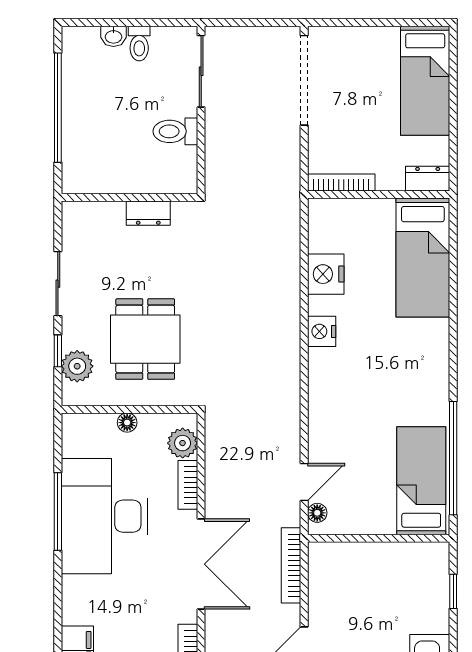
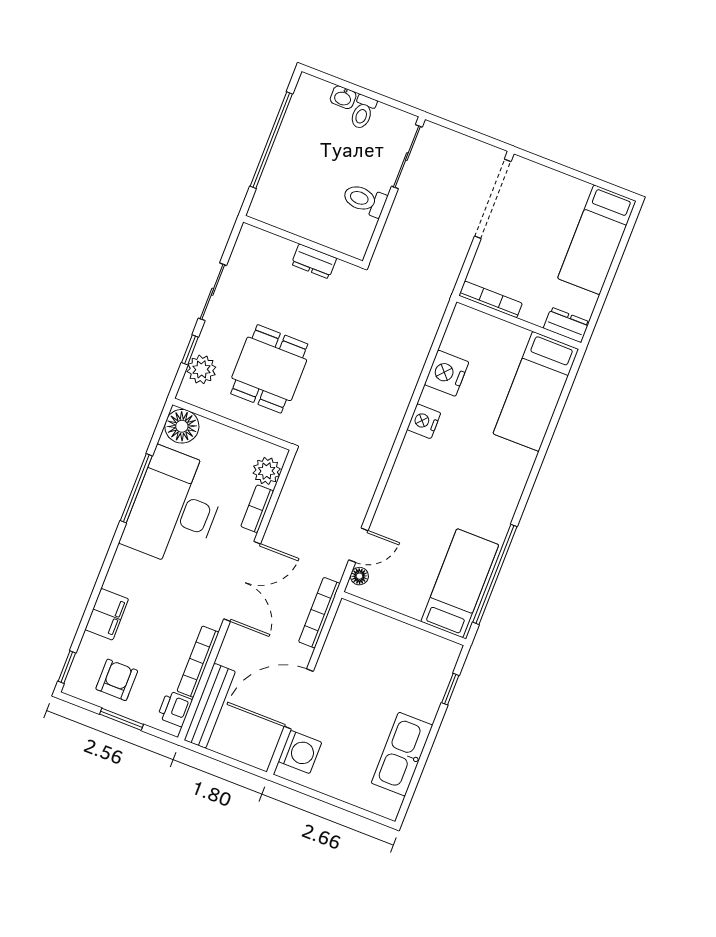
floor lamp: (127, 423) -> (182, 426), moved, width x1.89, depth x1.89

